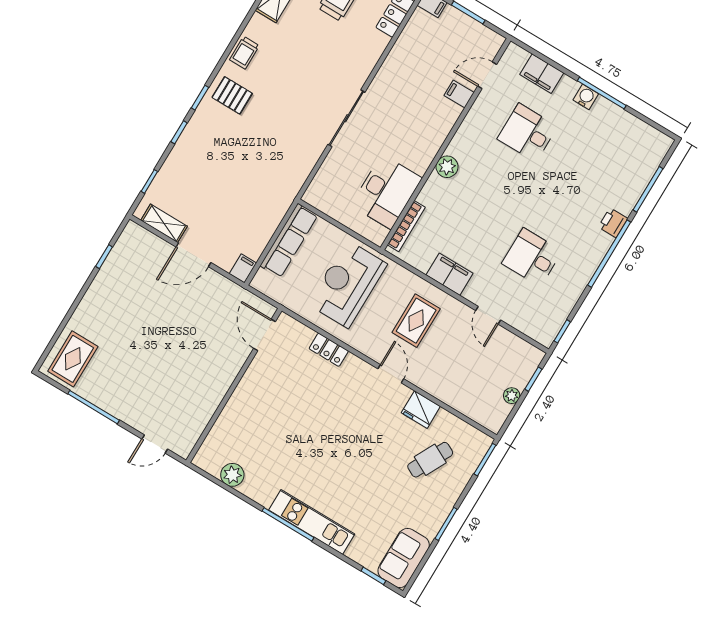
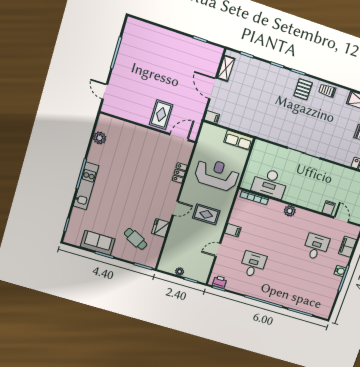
printer: (613, 223) -> (220, 282), moved
row of seats: (289, 241) -> (239, 140), width x0.68
filing cabinet: (449, 274) -> (233, 230), width x0.50
rug: (73, 359) -> (161, 115), moved, turned 90
sofa: (404, 558) -> (98, 243), moved

